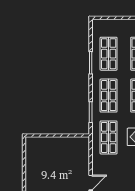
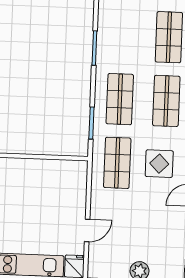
shop shelf: (109, 54) -> (122, 35), removed

